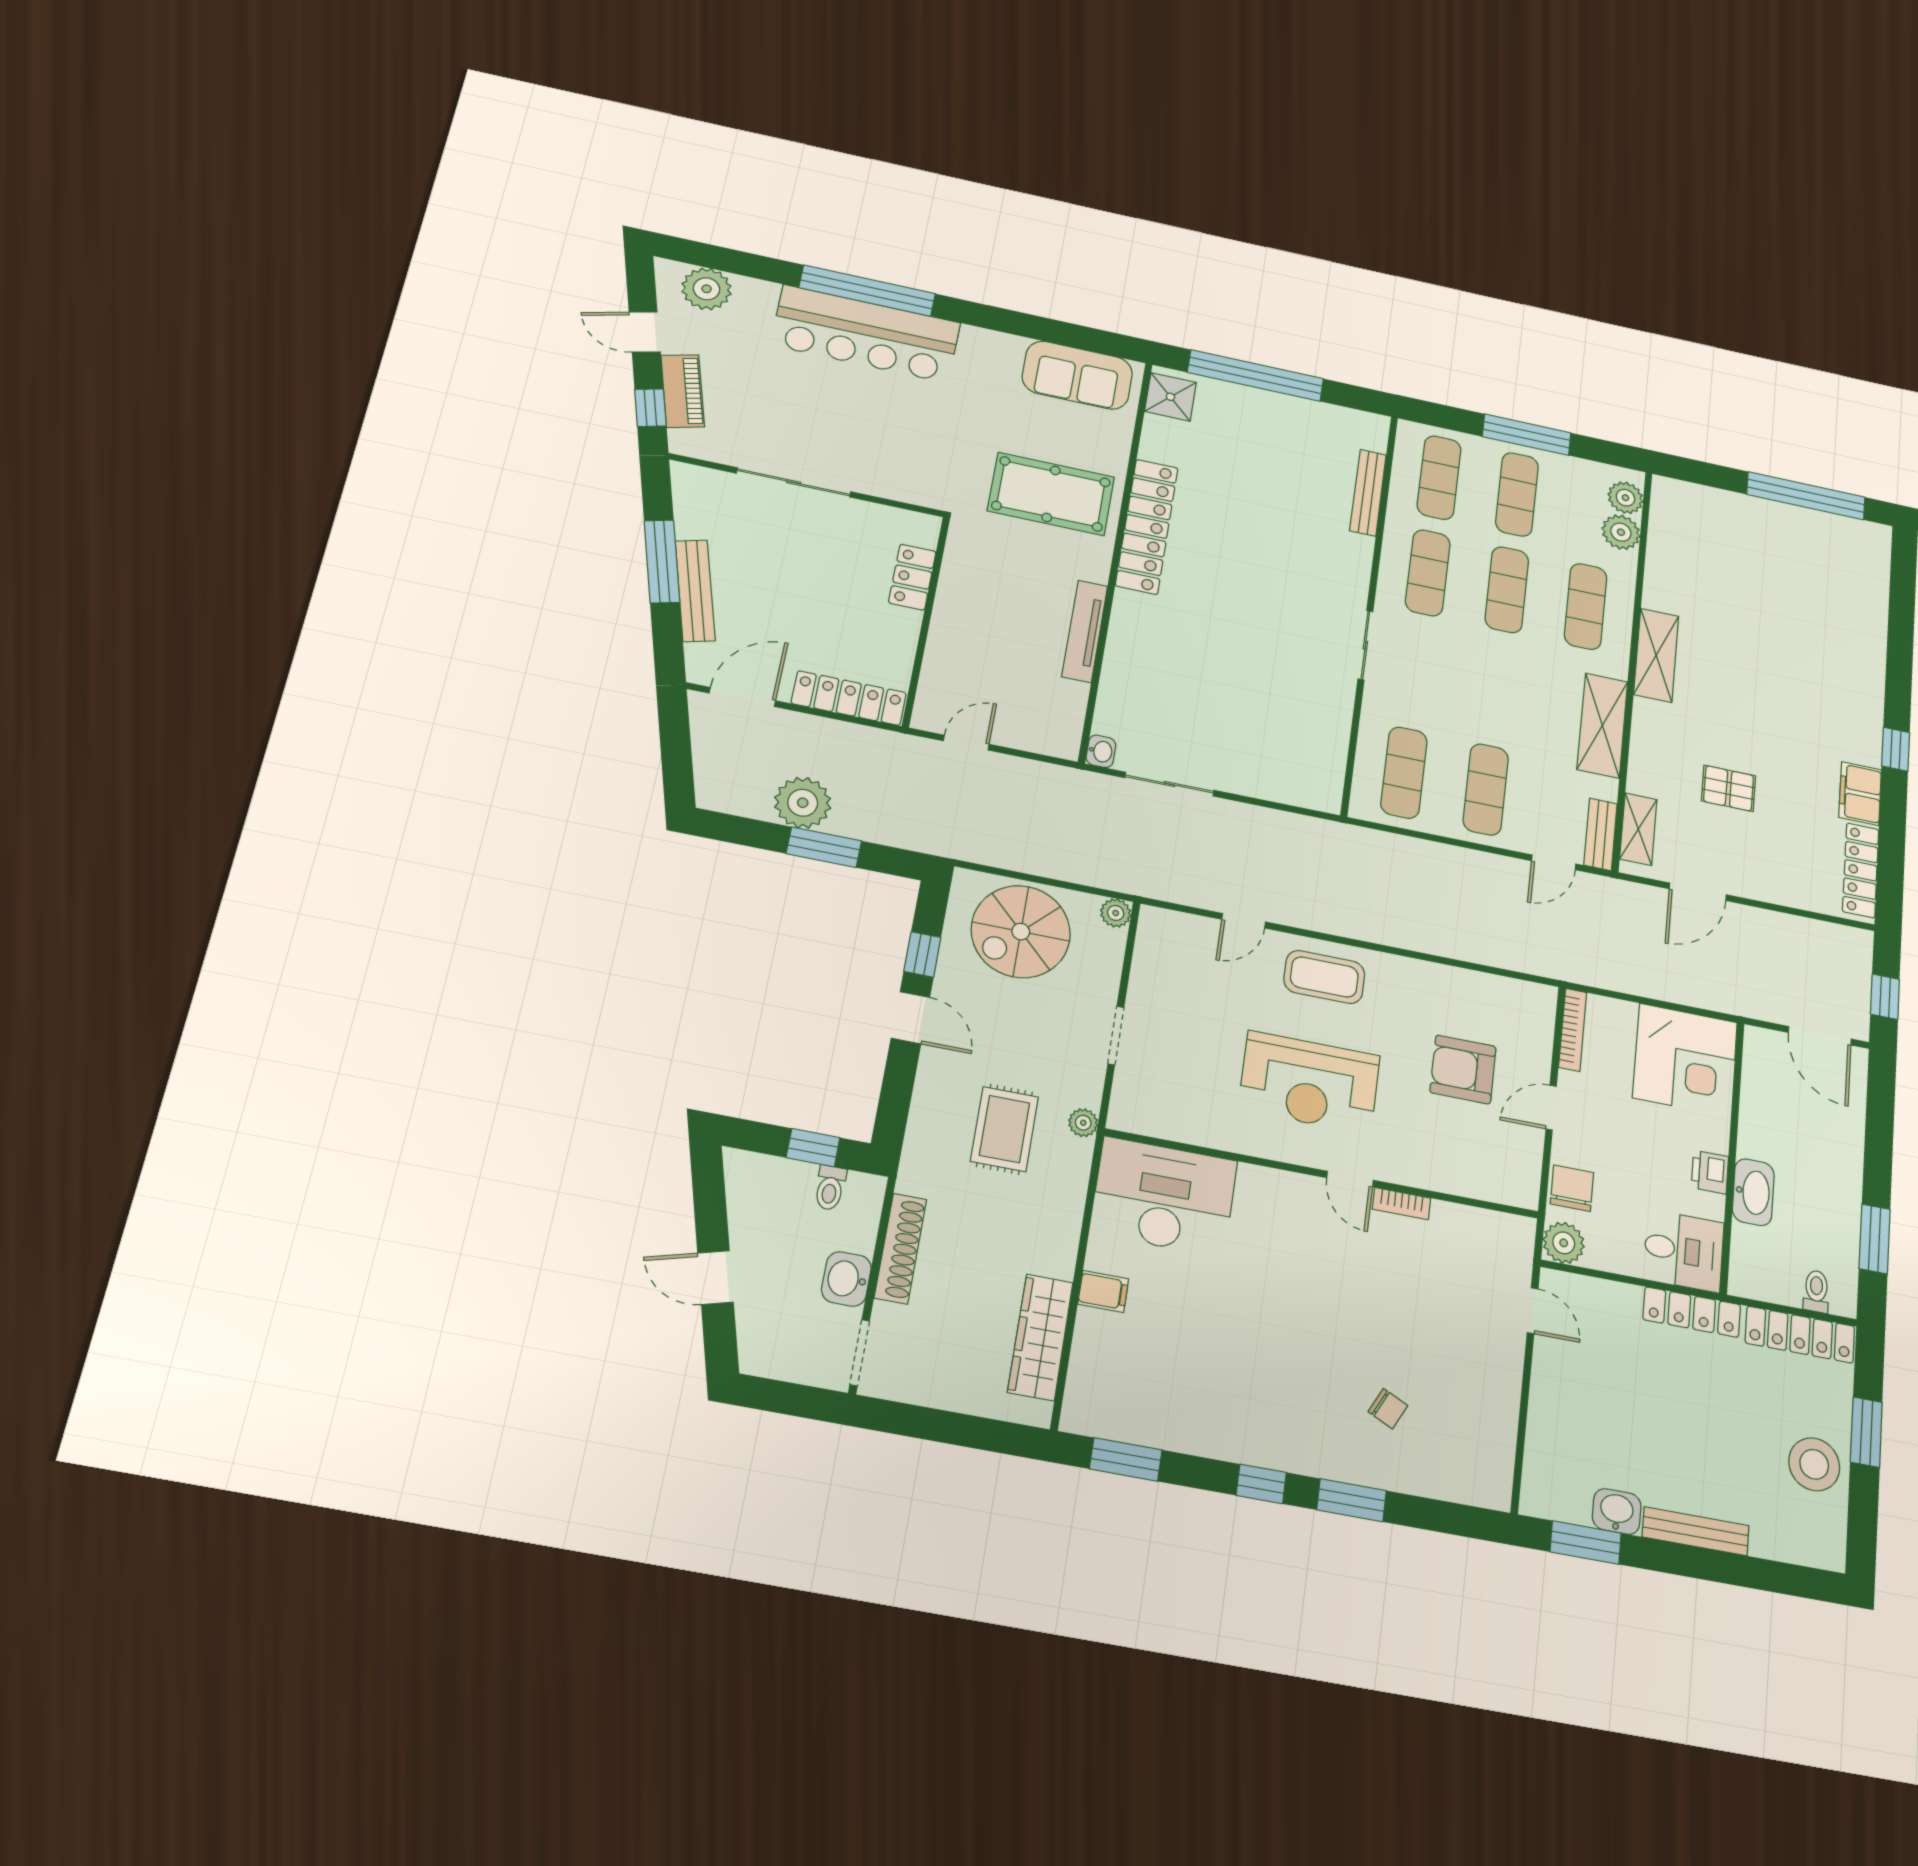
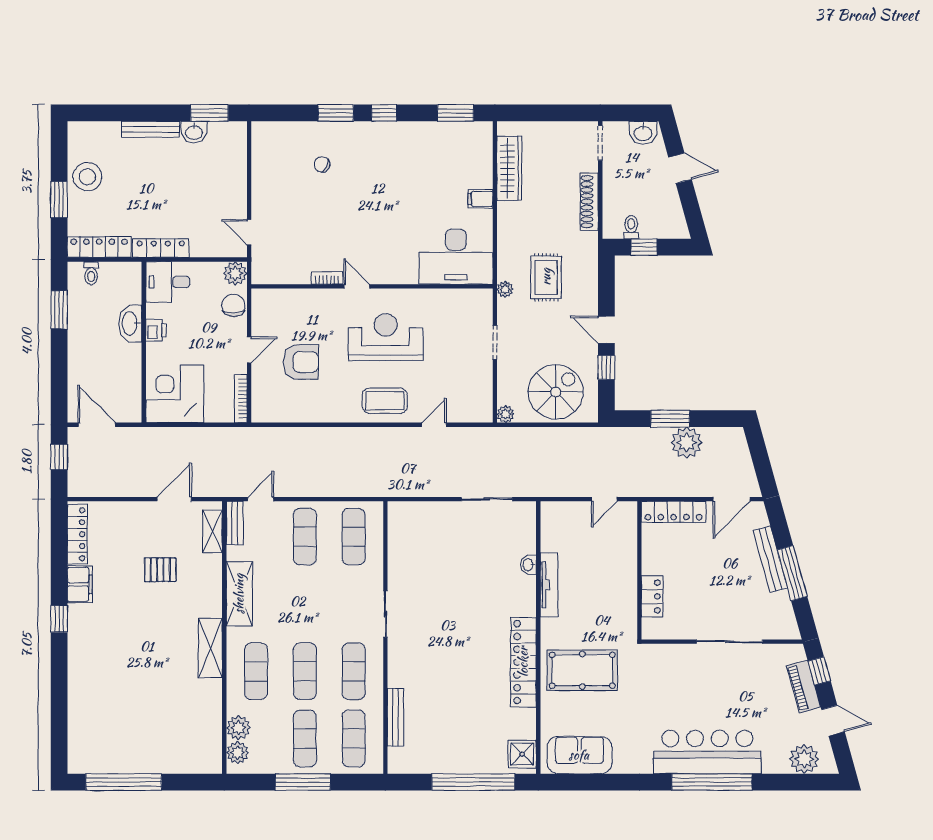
washbasin: (1101, 751) -> (528, 565), moved
chair: (1572, 1188) -> (233, 305), turned 180
washbasin: (846, 1279) -> (643, 133), moved, turned 90

